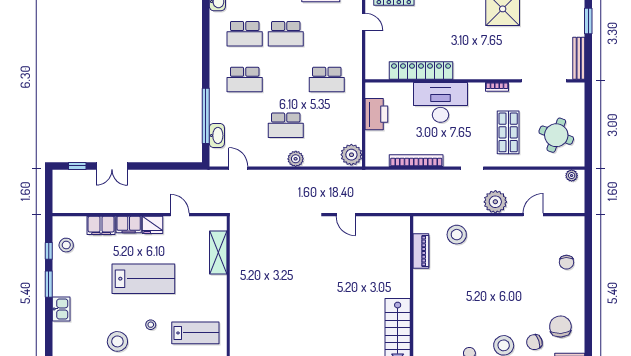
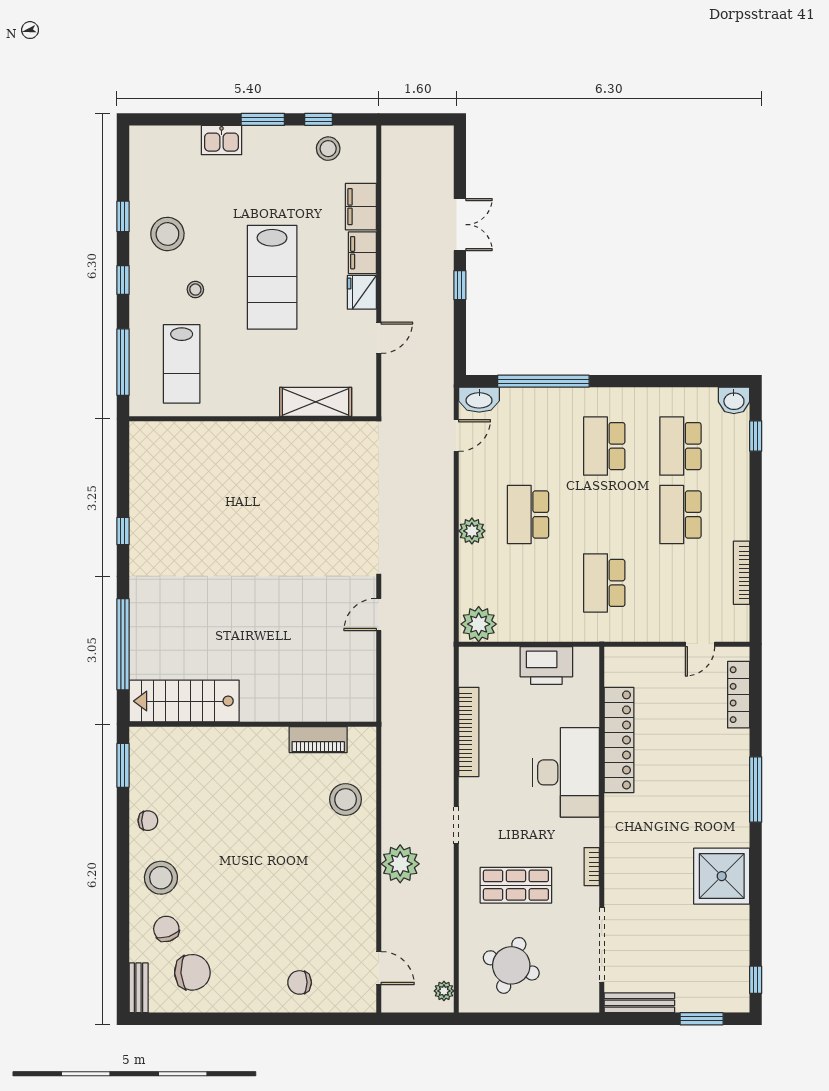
washbasin: (217, 136) -> (479, 400), moved
window: (77, 166) -> (460, 285), moved
double door: (112, 166) -> (460, 225), swing flipped
door: (533, 215) -> (379, 968), moved

